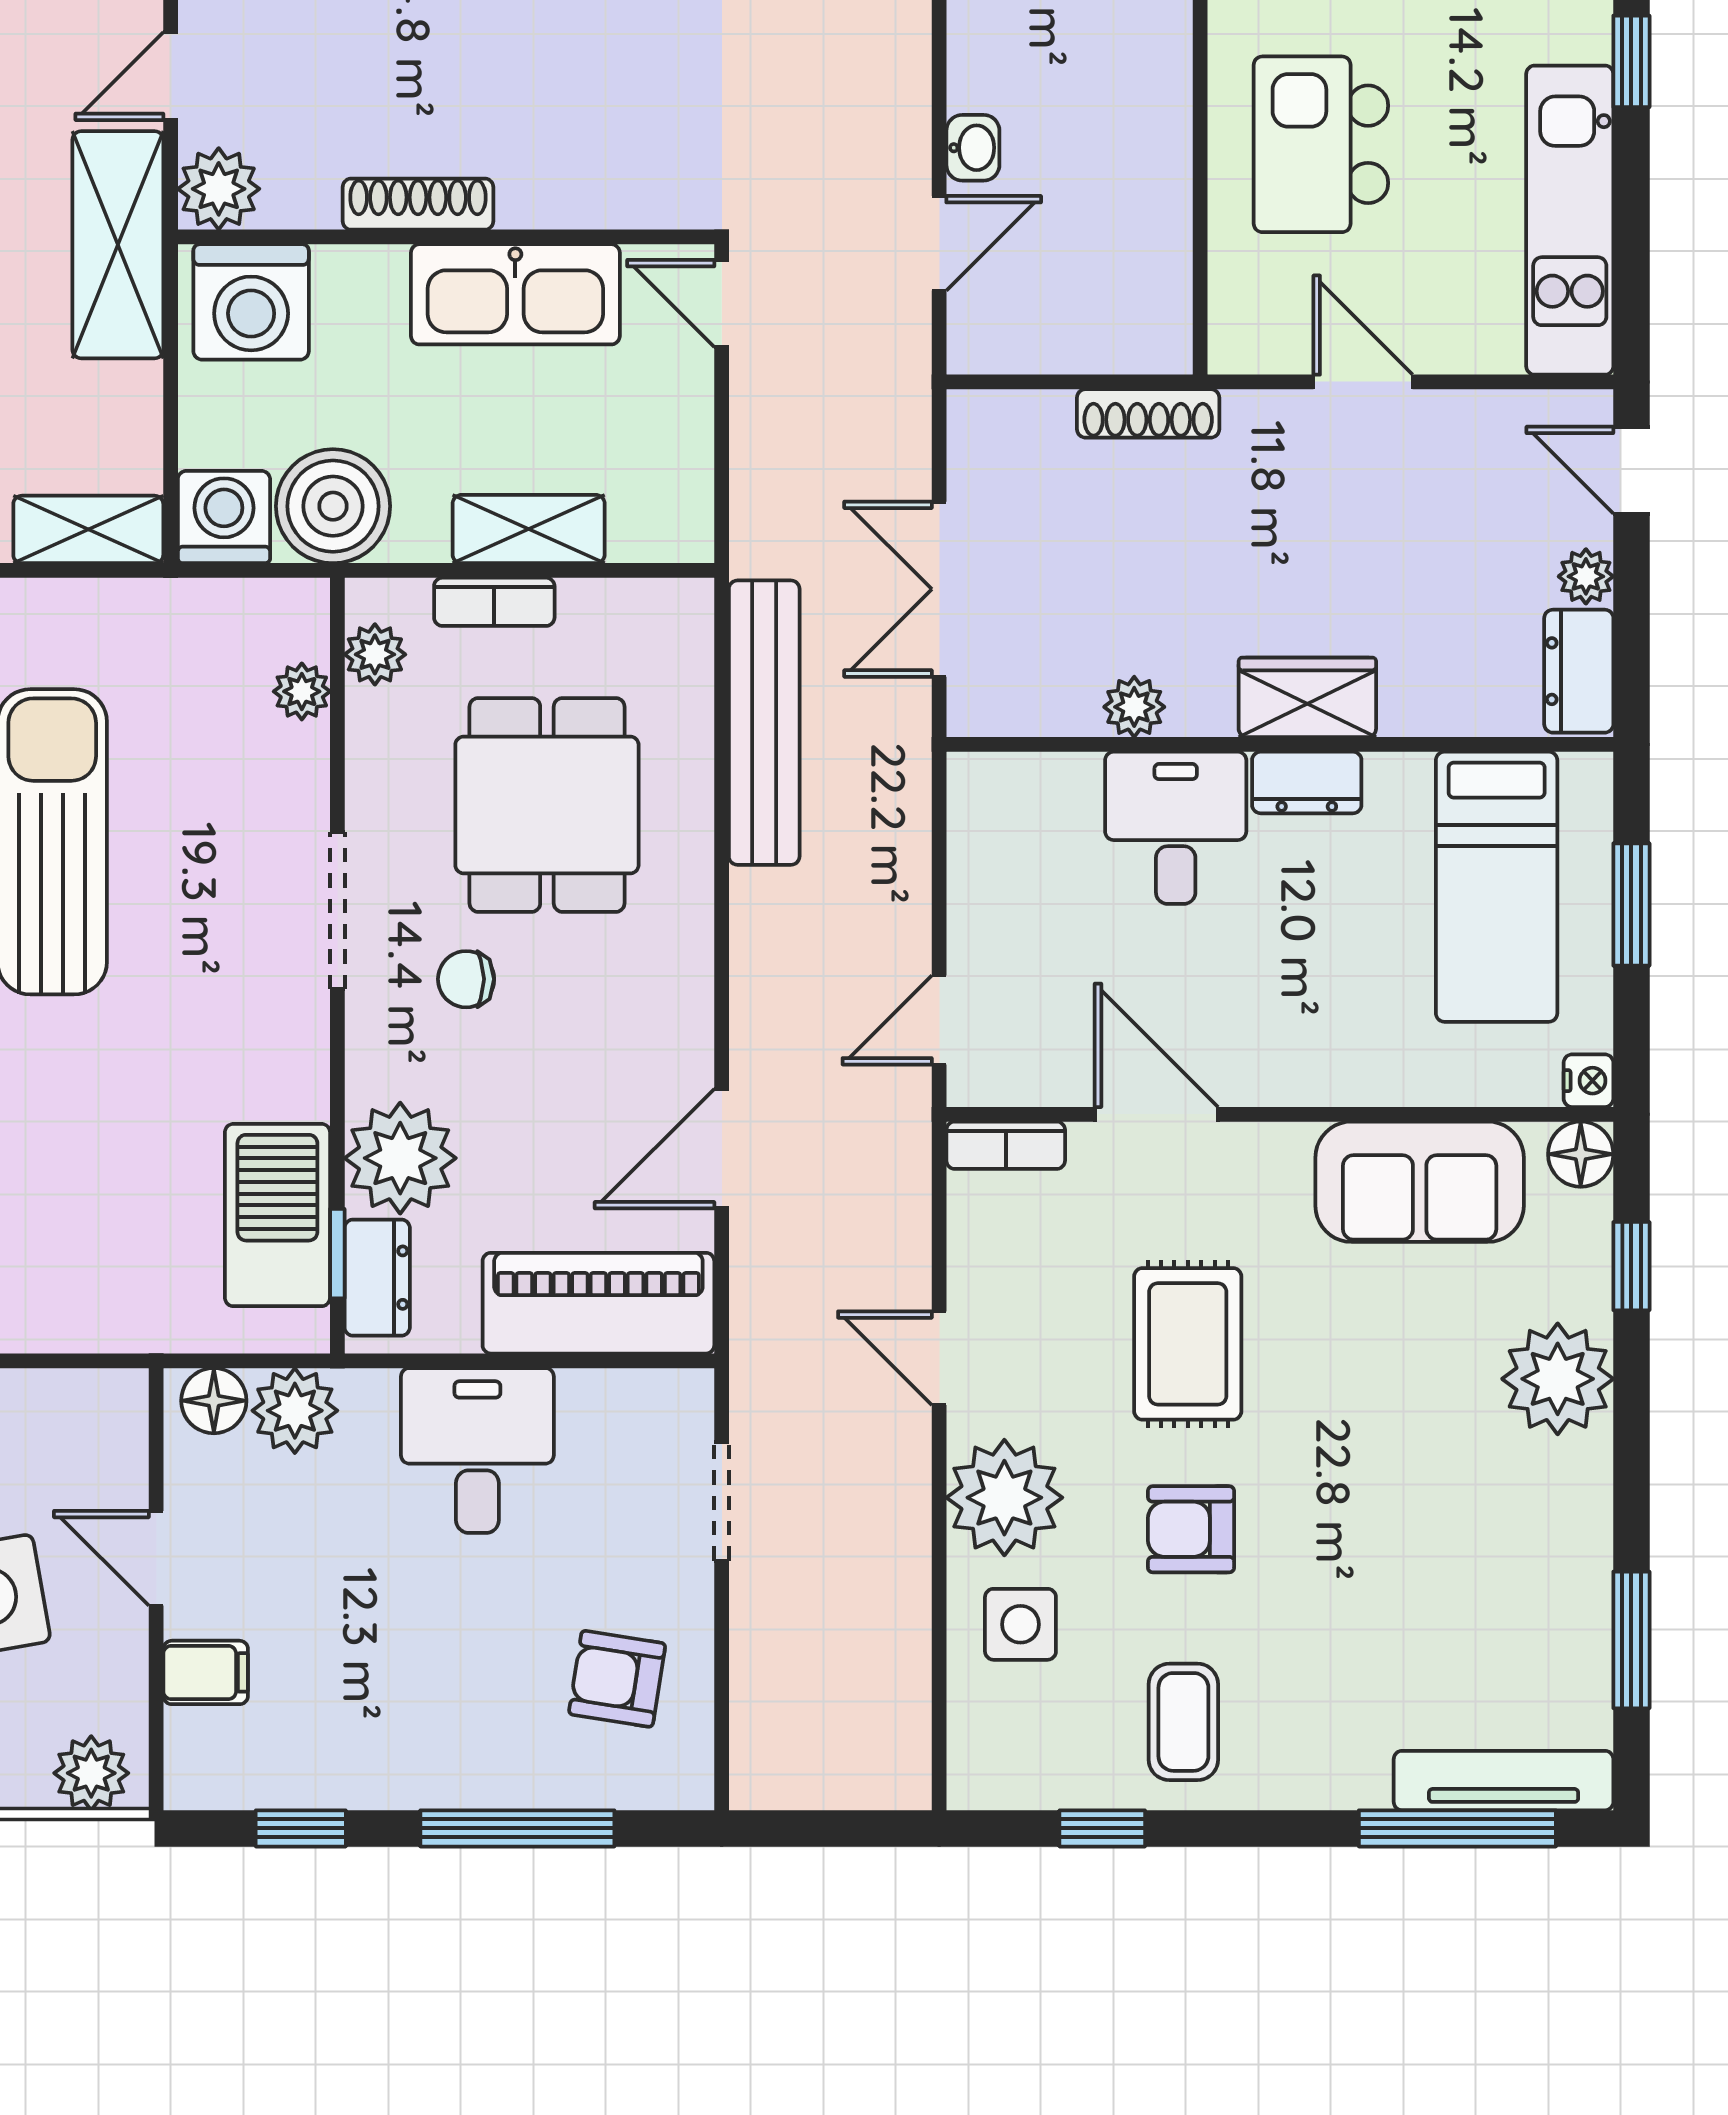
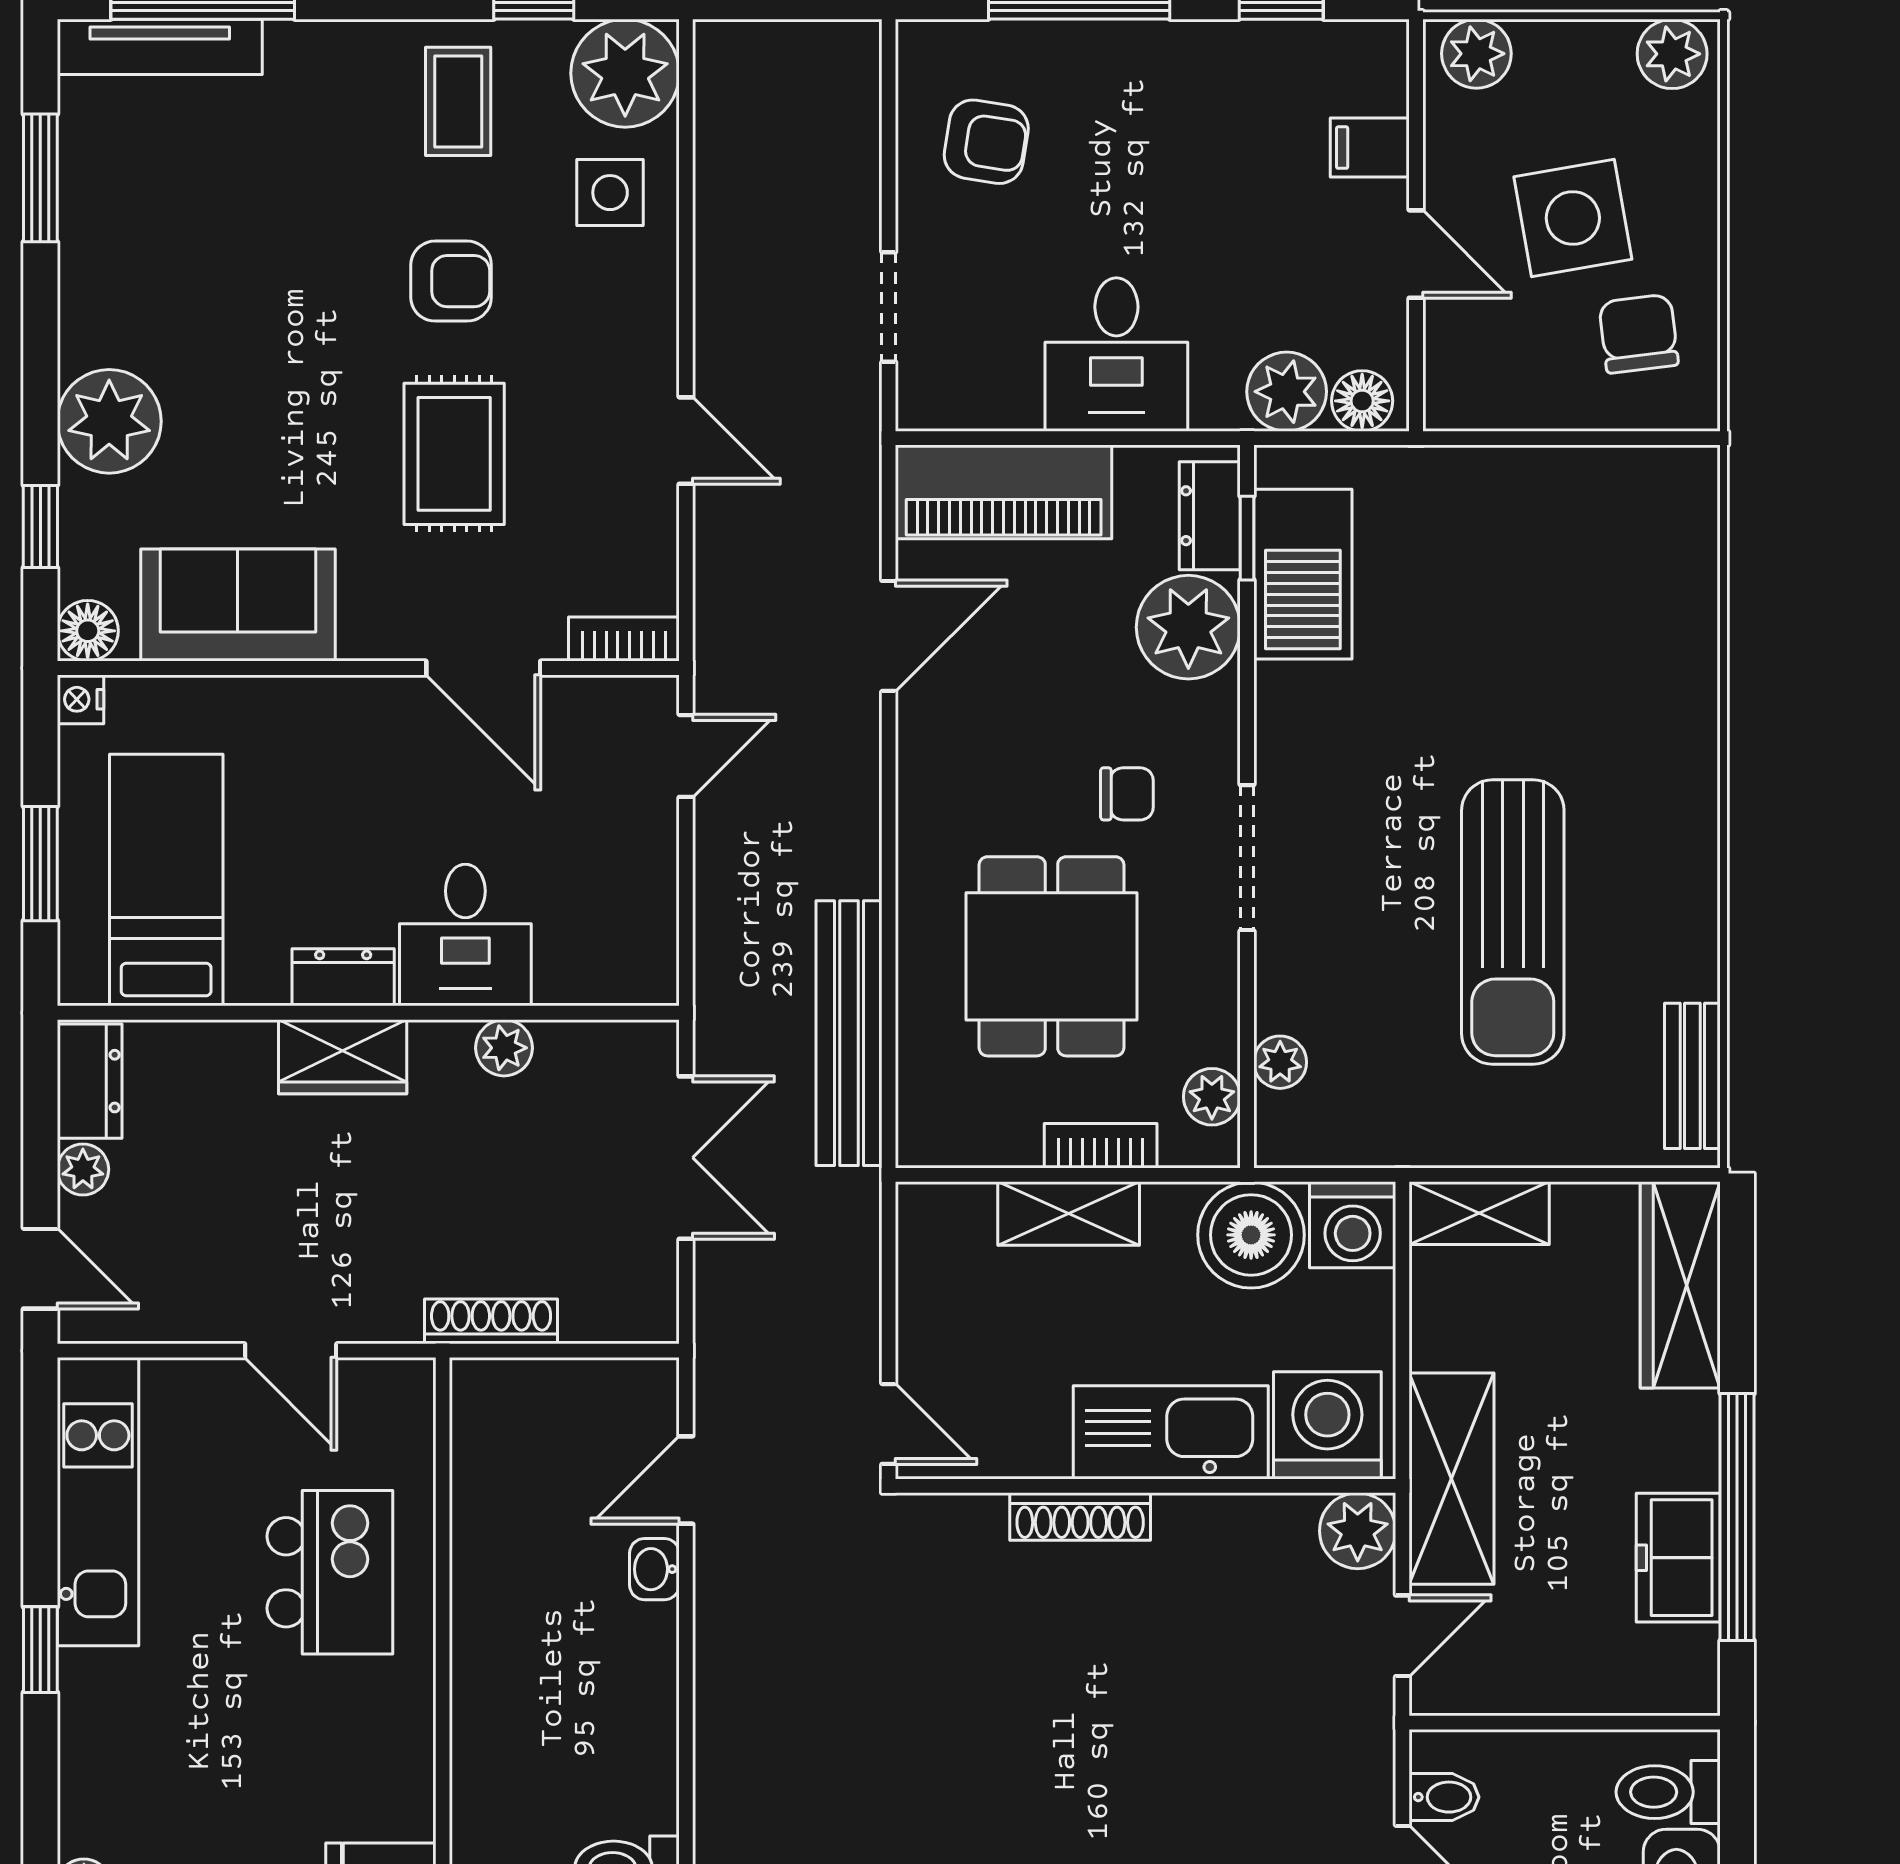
shoe rack: (418, 204) -> (1080, 1517), moved
kitchen sink: (515, 294) -> (1171, 1432), moved
plant: (1004, 1498) -> (625, 73), moved

